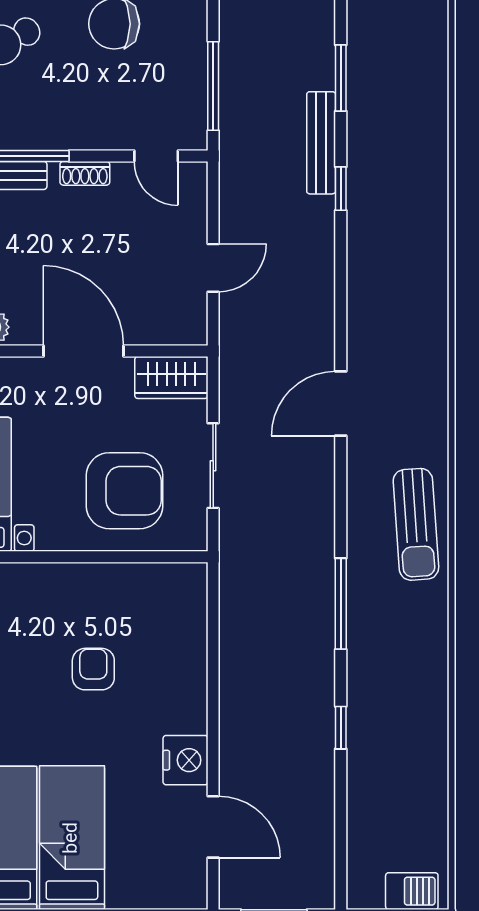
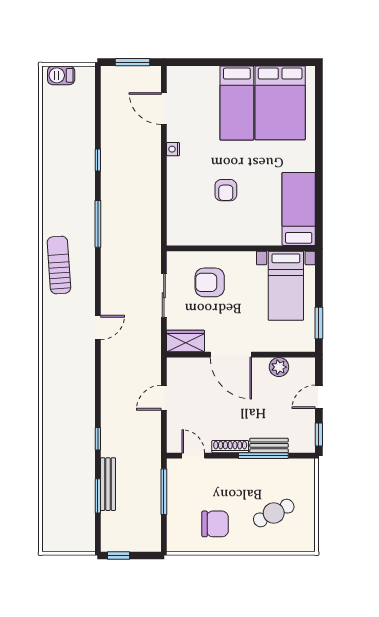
bench: (321, 143) -> (108, 484), moved
shoe rack: (85, 173) -> (230, 447), width x1.43
door: (341, 404) -> (98, 328), width x0.73
armchair: (124, 491) -> (210, 282), width x0.73, depth x0.73
nightstand: (185, 760) -> (173, 149), width x0.53, depth x0.56

